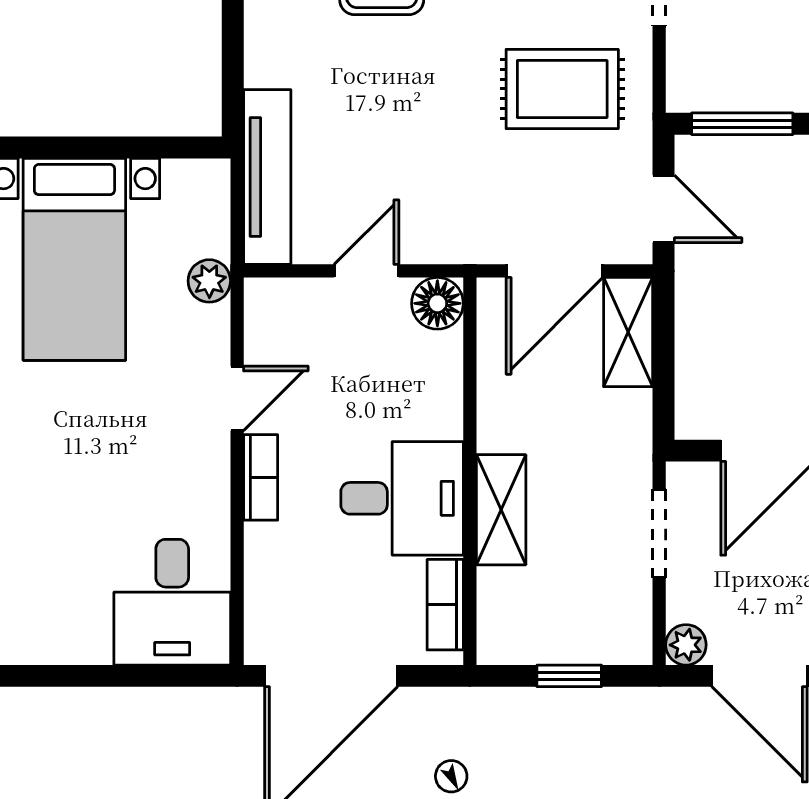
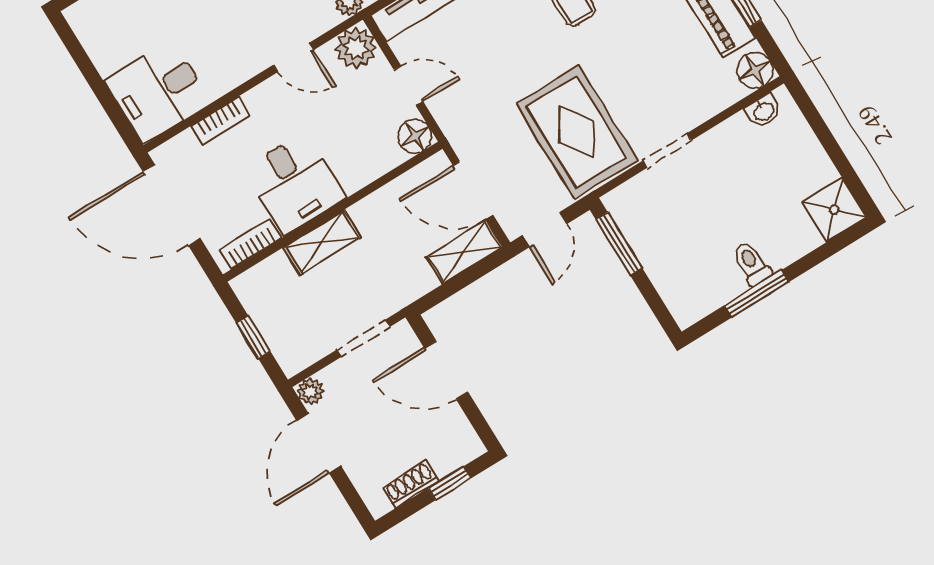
rug: (562, 89) -> (577, 132), width x1.36, depth x1.43
plant: (275, 309) -> (356, 48), added
bookcase: (261, 477) -> (221, 120), moved

